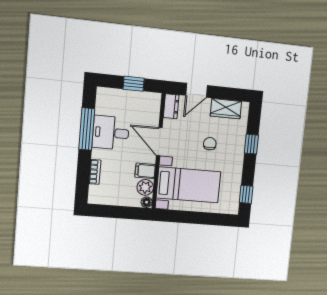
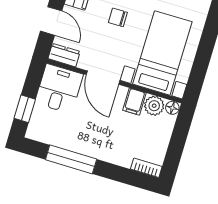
window: (134, 84) -> (25, 109), moved
desk: (111, 133) -> (59, 89), moved, turned 180
door: (159, 142) -> (103, 78), hinge flipped
bookcase: (95, 172) -> (146, 168), moved

